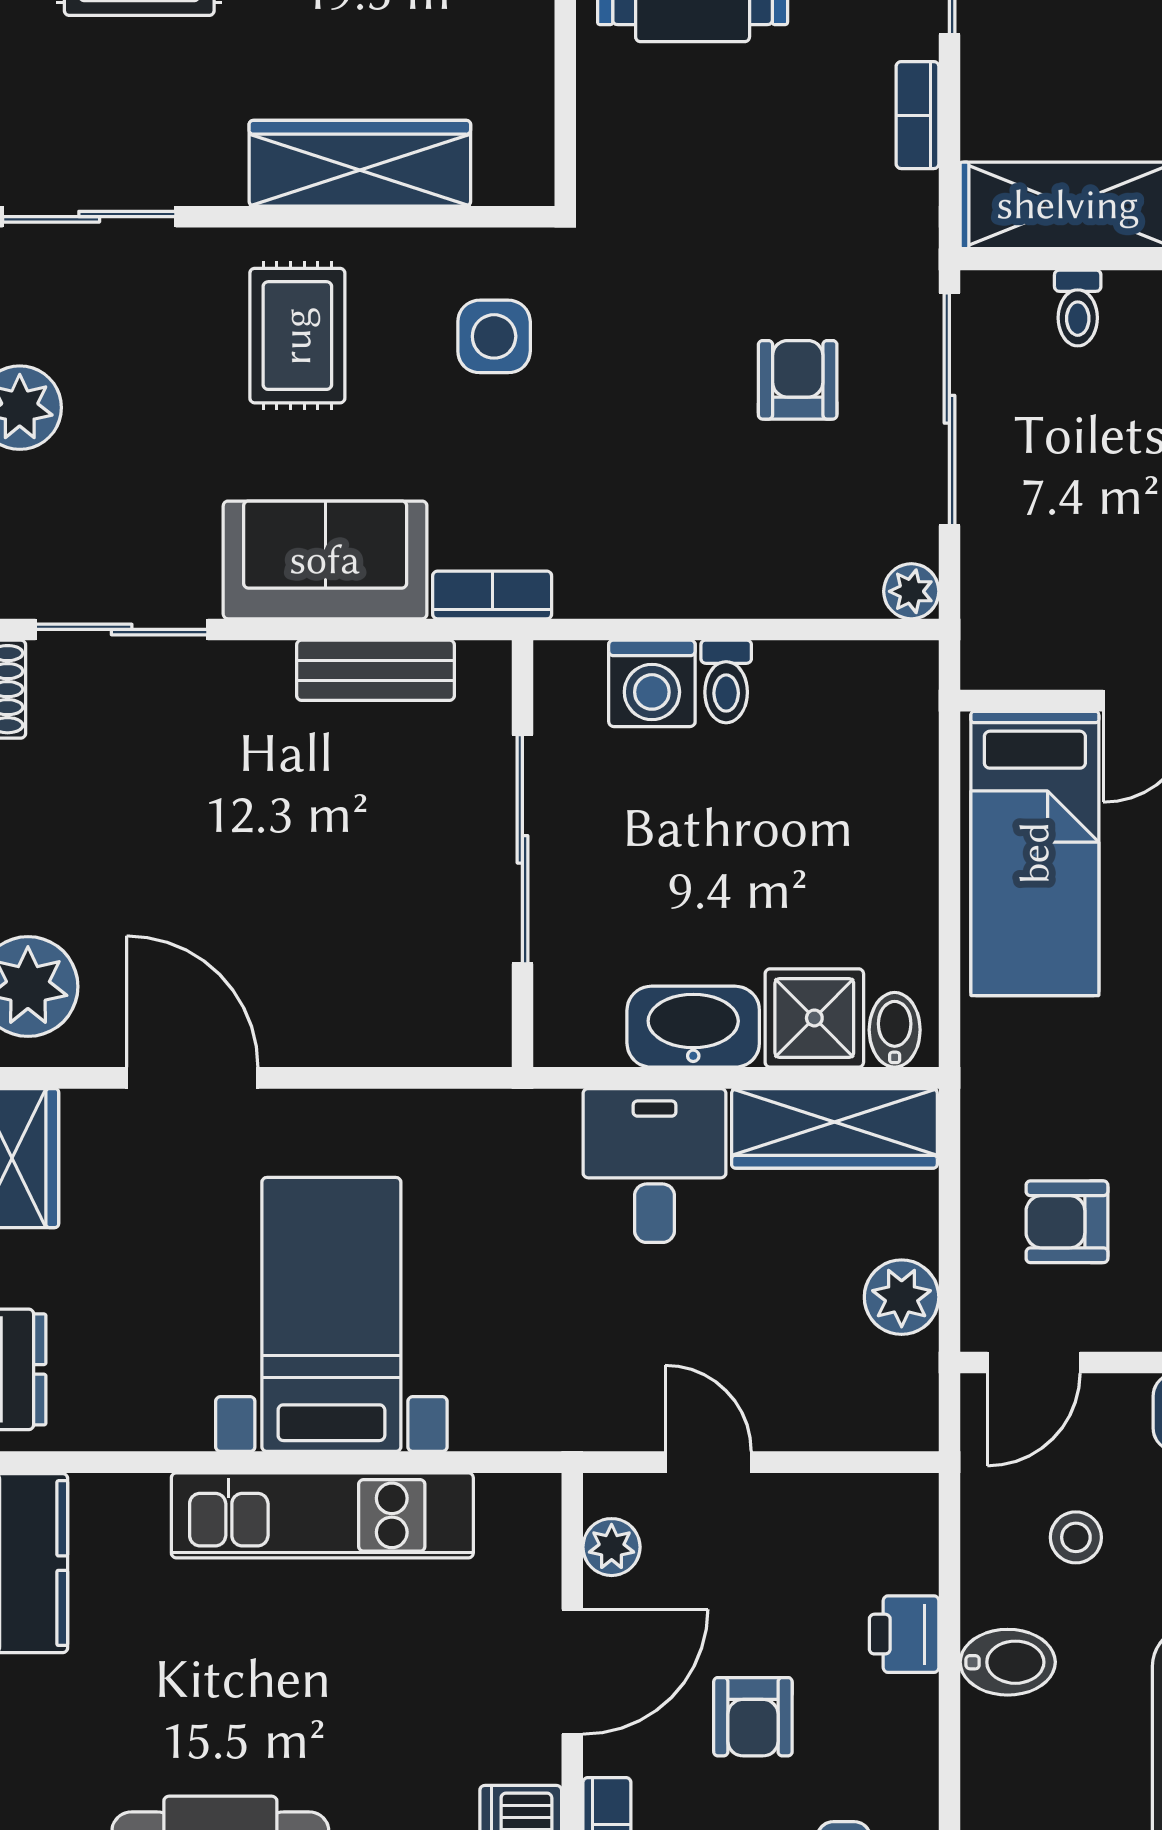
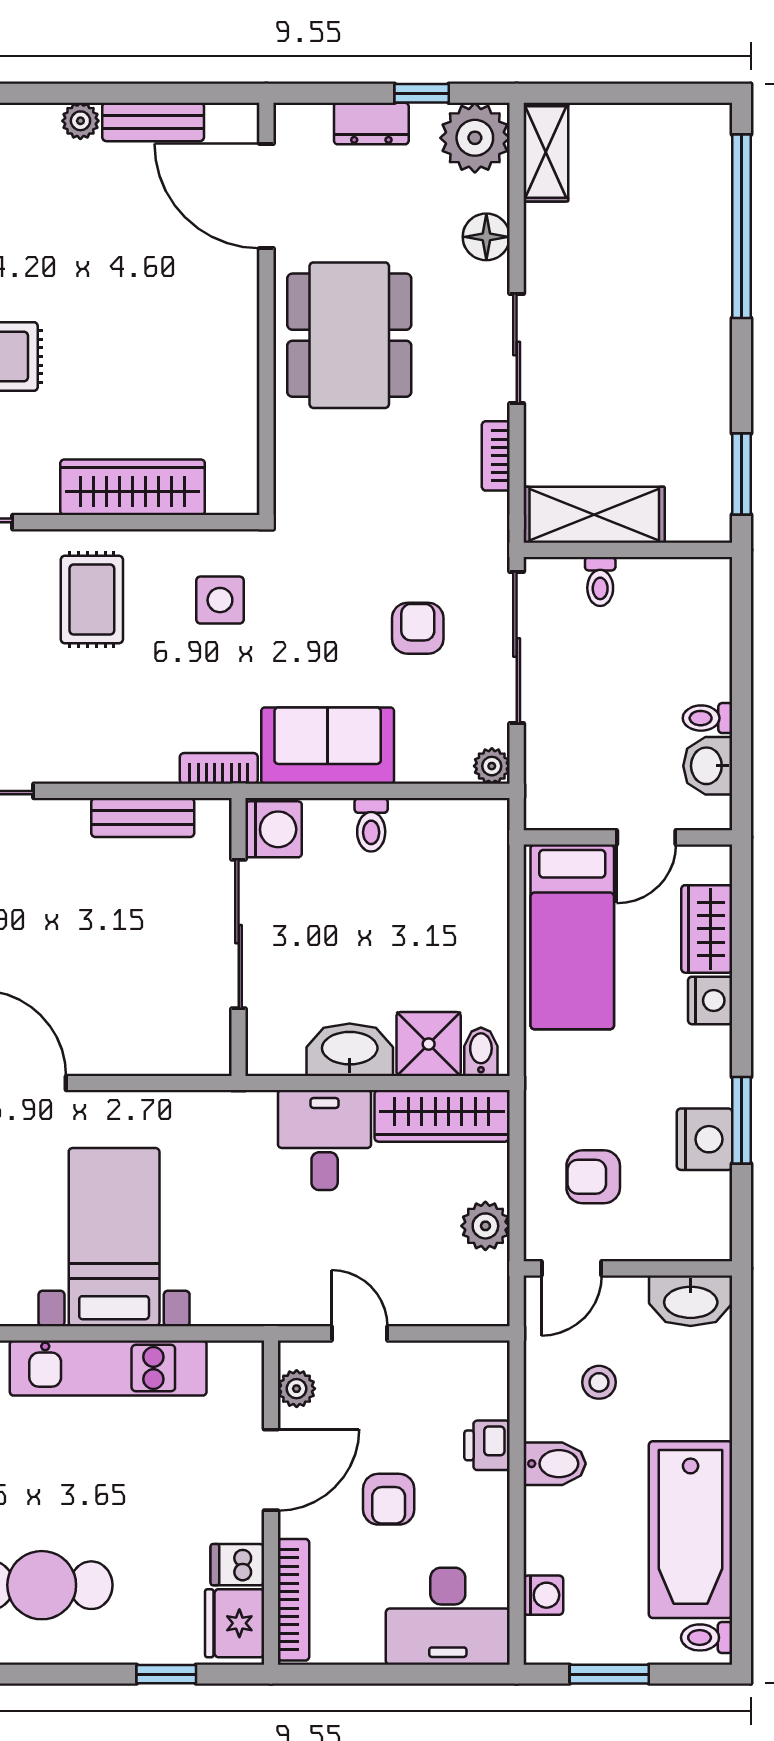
sofa: (325, 560) -> (328, 746), moved
washing machine: (652, 683) -> (274, 829), moved, turned -90

